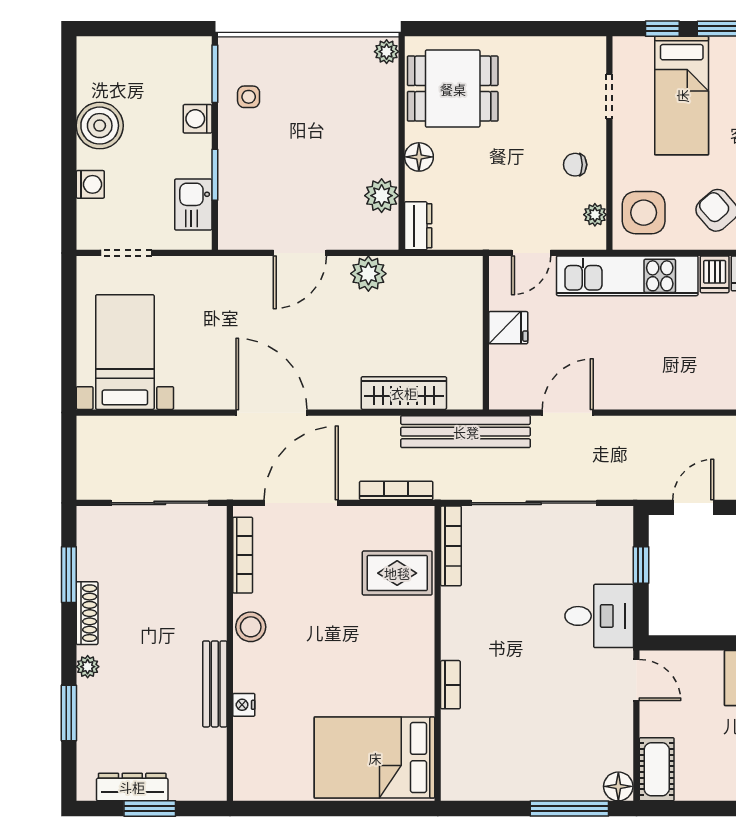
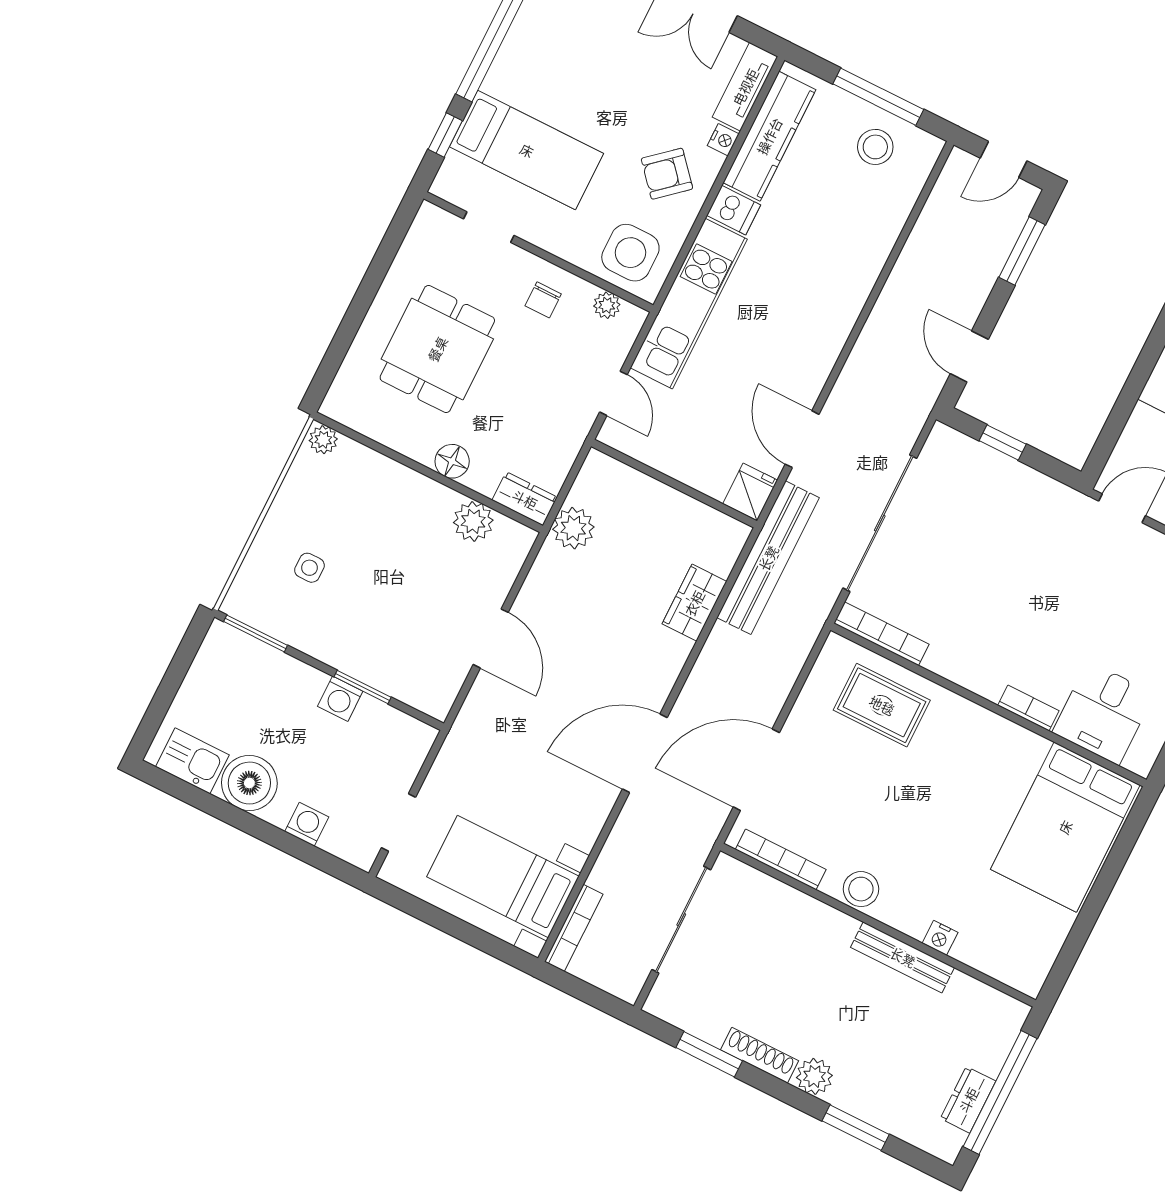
dining table: (453, 89) -> (437, 349), moved
side table: (249, 97) -> (309, 568), moved
washing machine: (198, 119) -> (340, 699), moved
kitchen sink: (193, 205) -> (192, 761), moved, turned 180
plant: (368, 274) -> (573, 528), moved
fridge: (508, 328) -> (750, 492), moved
wardrobe: (404, 393) -> (694, 603), width x0.67
bookcase: (396, 490) -> (574, 928), moved, turned 180
door: (301, 503) -> (756, 770), hinge flipped
rug: (397, 573) -> (882, 705), turned 90
desk: (599, 616) -> (1103, 713), moved, turned 180
plant: (88, 667) -> (814, 1076), width x1.38, depth x1.38
dresser: (132, 787) -> (968, 1100), width x0.70
window: (150, 809) -> (1000, 1092), width x2.11

